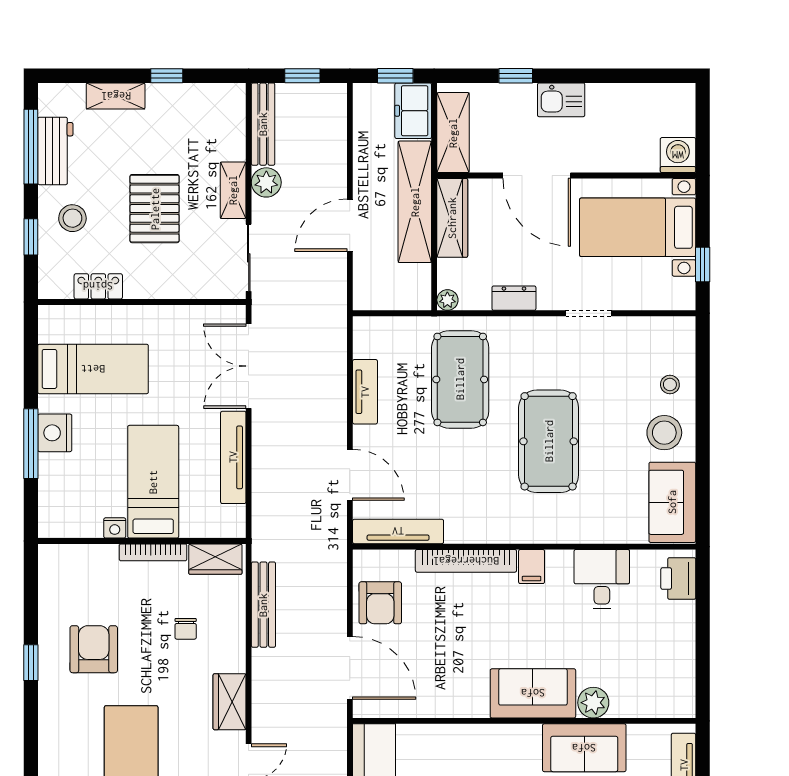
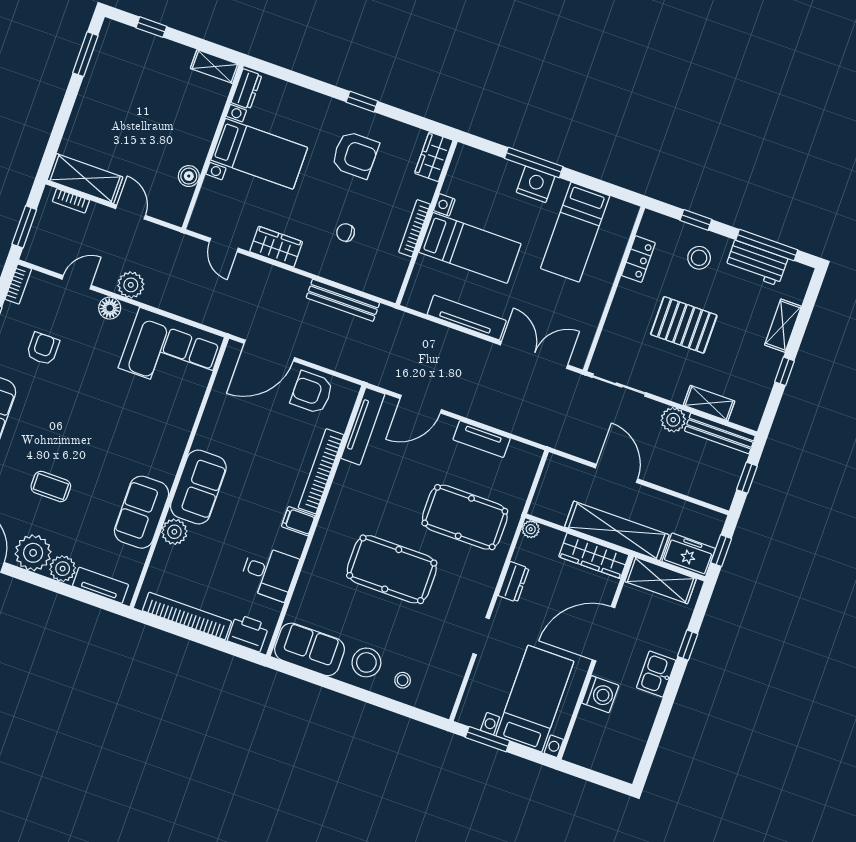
washing machine: (678, 155) -> (600, 694), moved
shelving: (233, 190) -> (709, 403), moved
window: (703, 265) -> (488, 739), width x1.50
wardrobe: (215, 559) -> (434, 157), moved
bookcase: (684, 654) -> (187, 616), added

